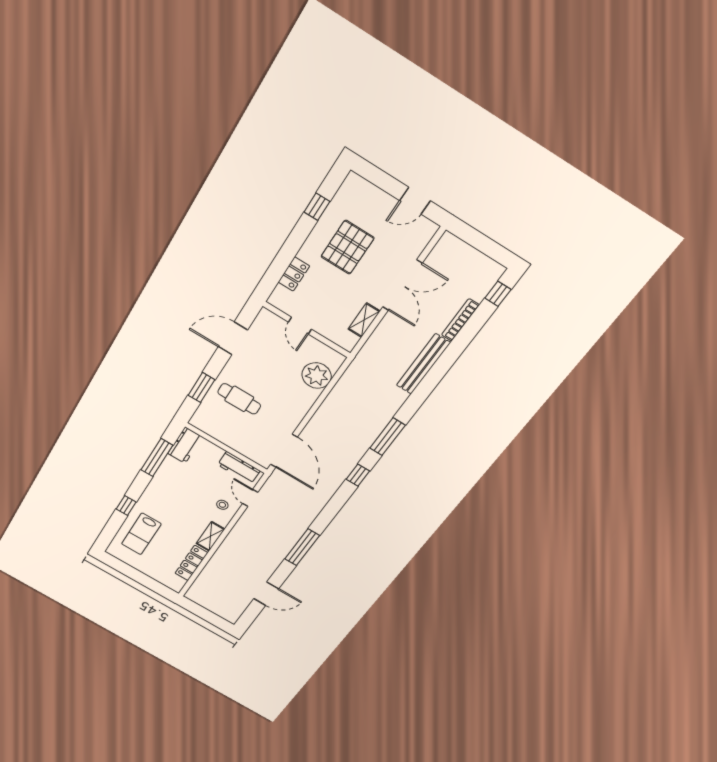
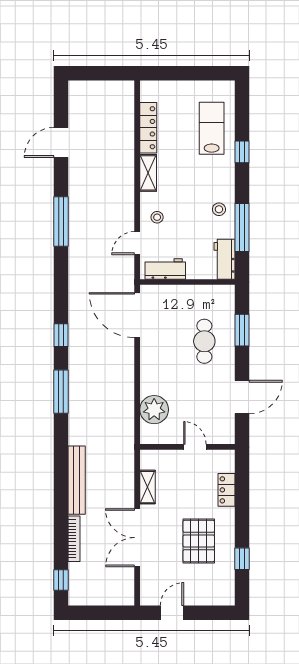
cafe table: (239, 399) -> (204, 341), turned 90
stool: (168, 480) -> (219, 209), added
door: (250, 498) -> (137, 243), swing flipped

